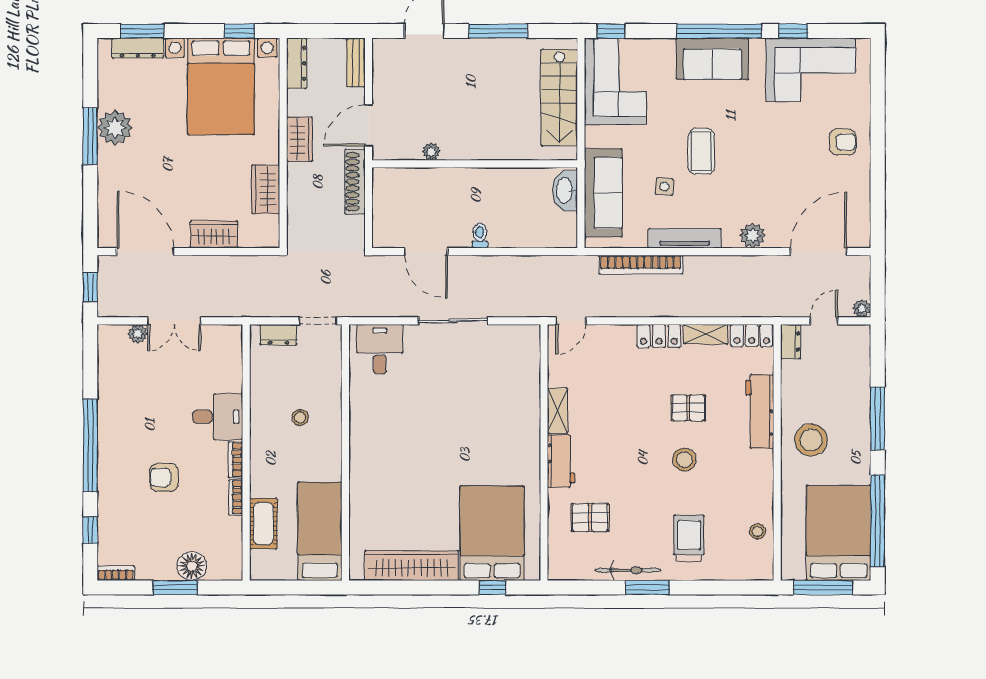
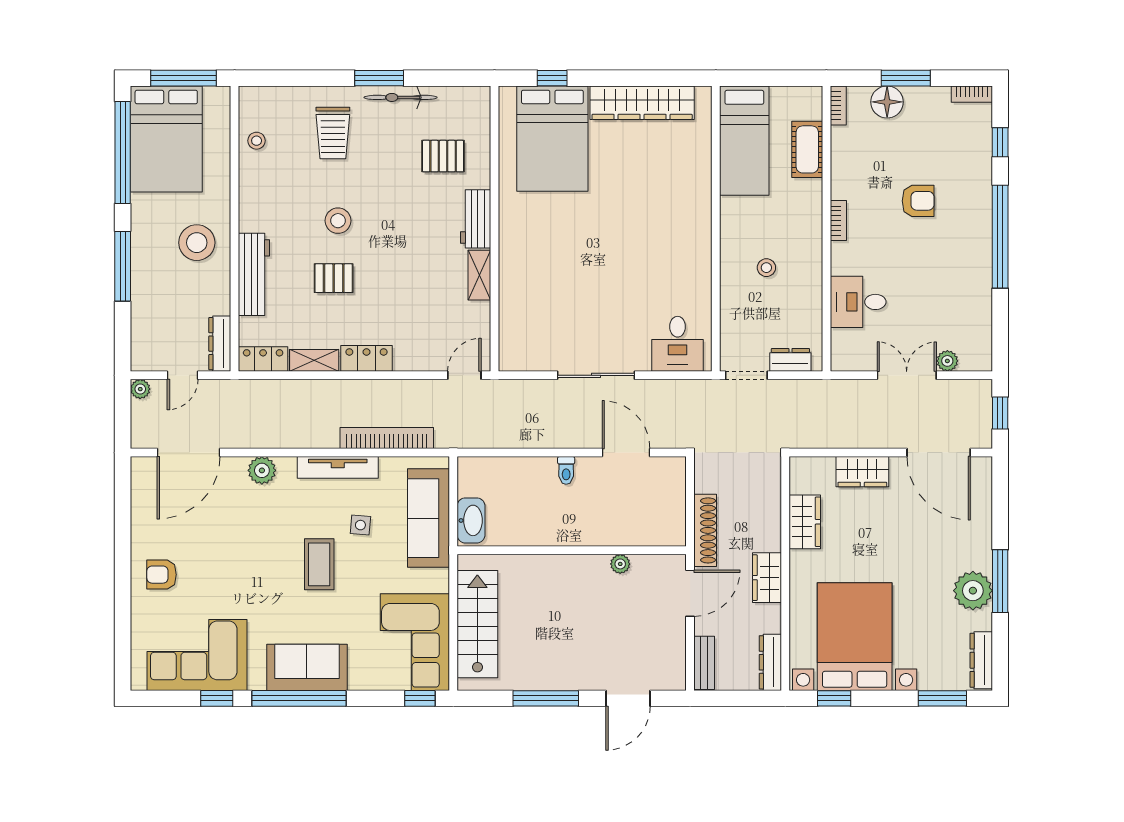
dresser: (138, 48) -> (981, 660), moved, turned -90
dresser: (790, 342) -> (220, 344), width x1.44
desk: (218, 417) -> (858, 302), moved
bookcase: (236, 497) -> (838, 106), moved

